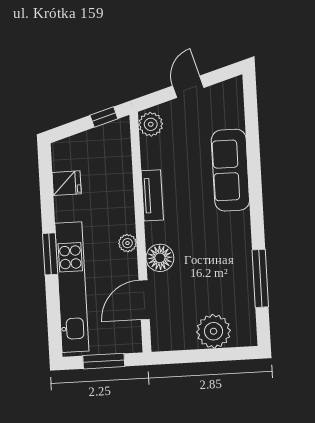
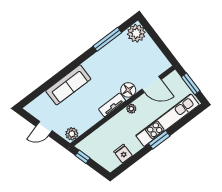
tv unit: (152, 195) -> (112, 105), moved
plant: (214, 331) -> (136, 33), moved

